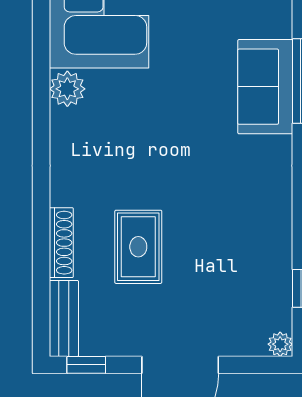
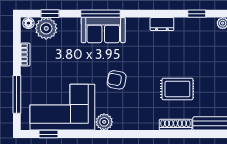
armchair: (158, 116) -> (117, 80), added
dresser: (278, 213) -> (162, 24), added

